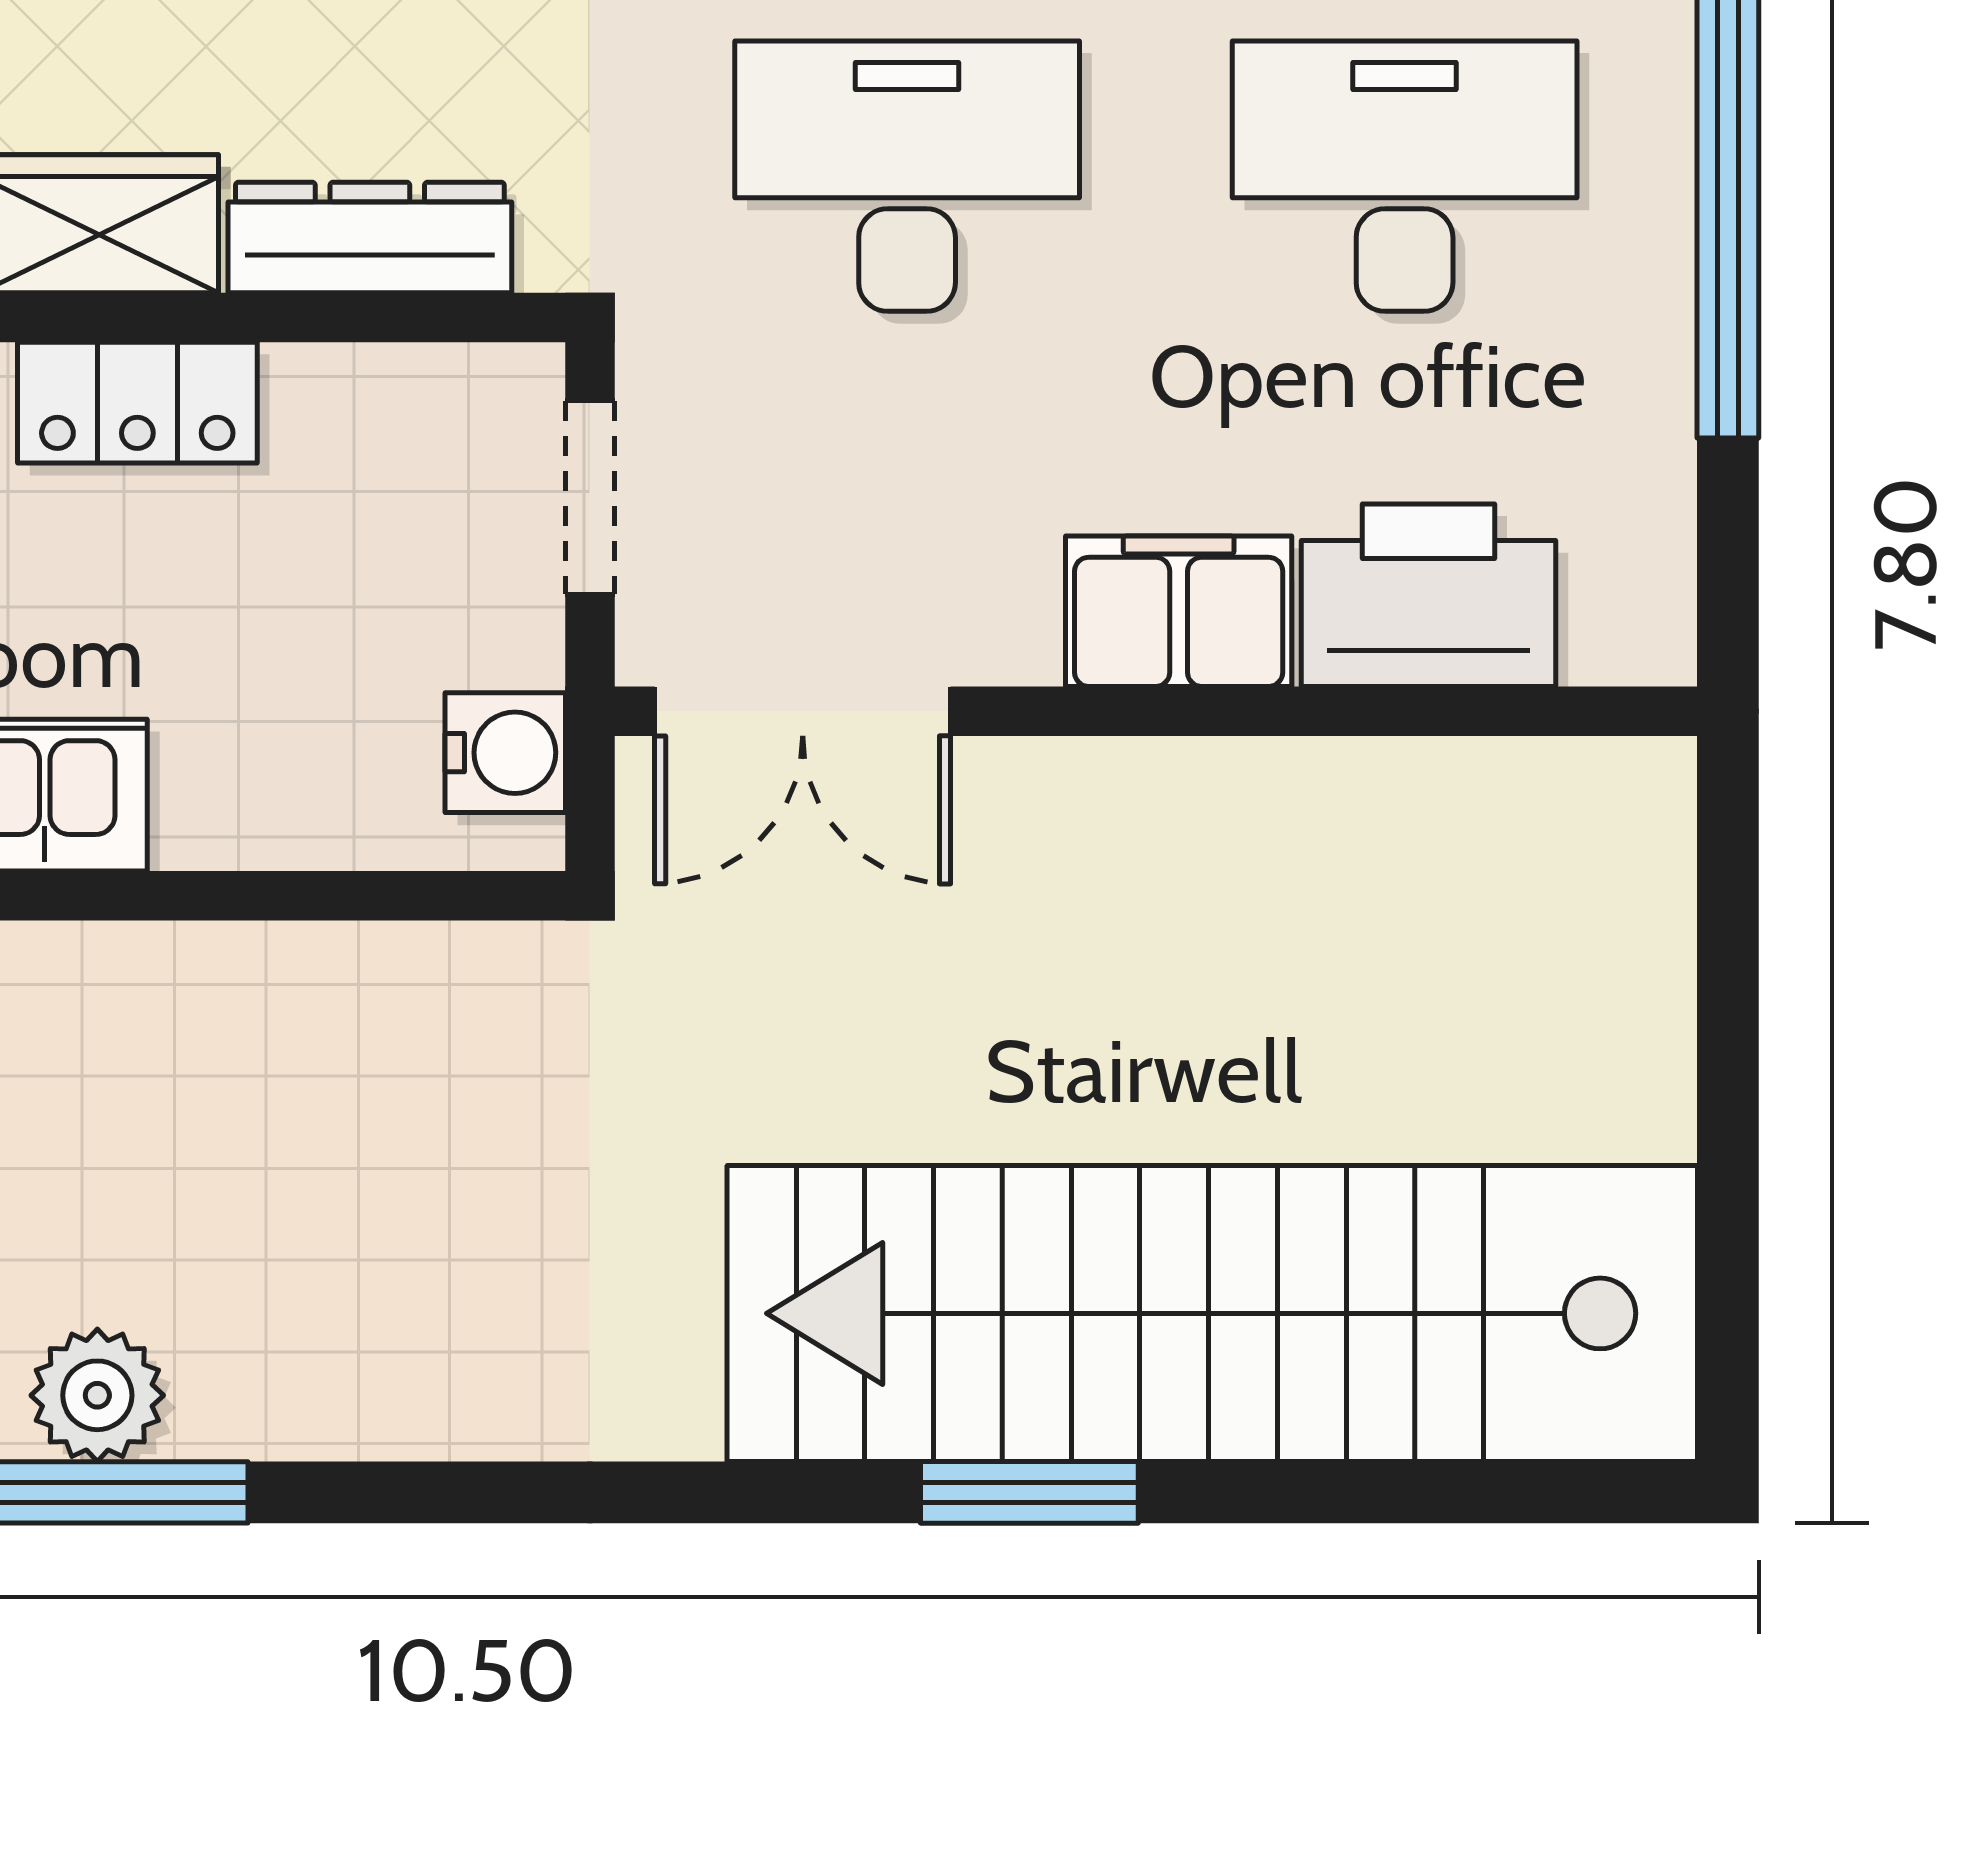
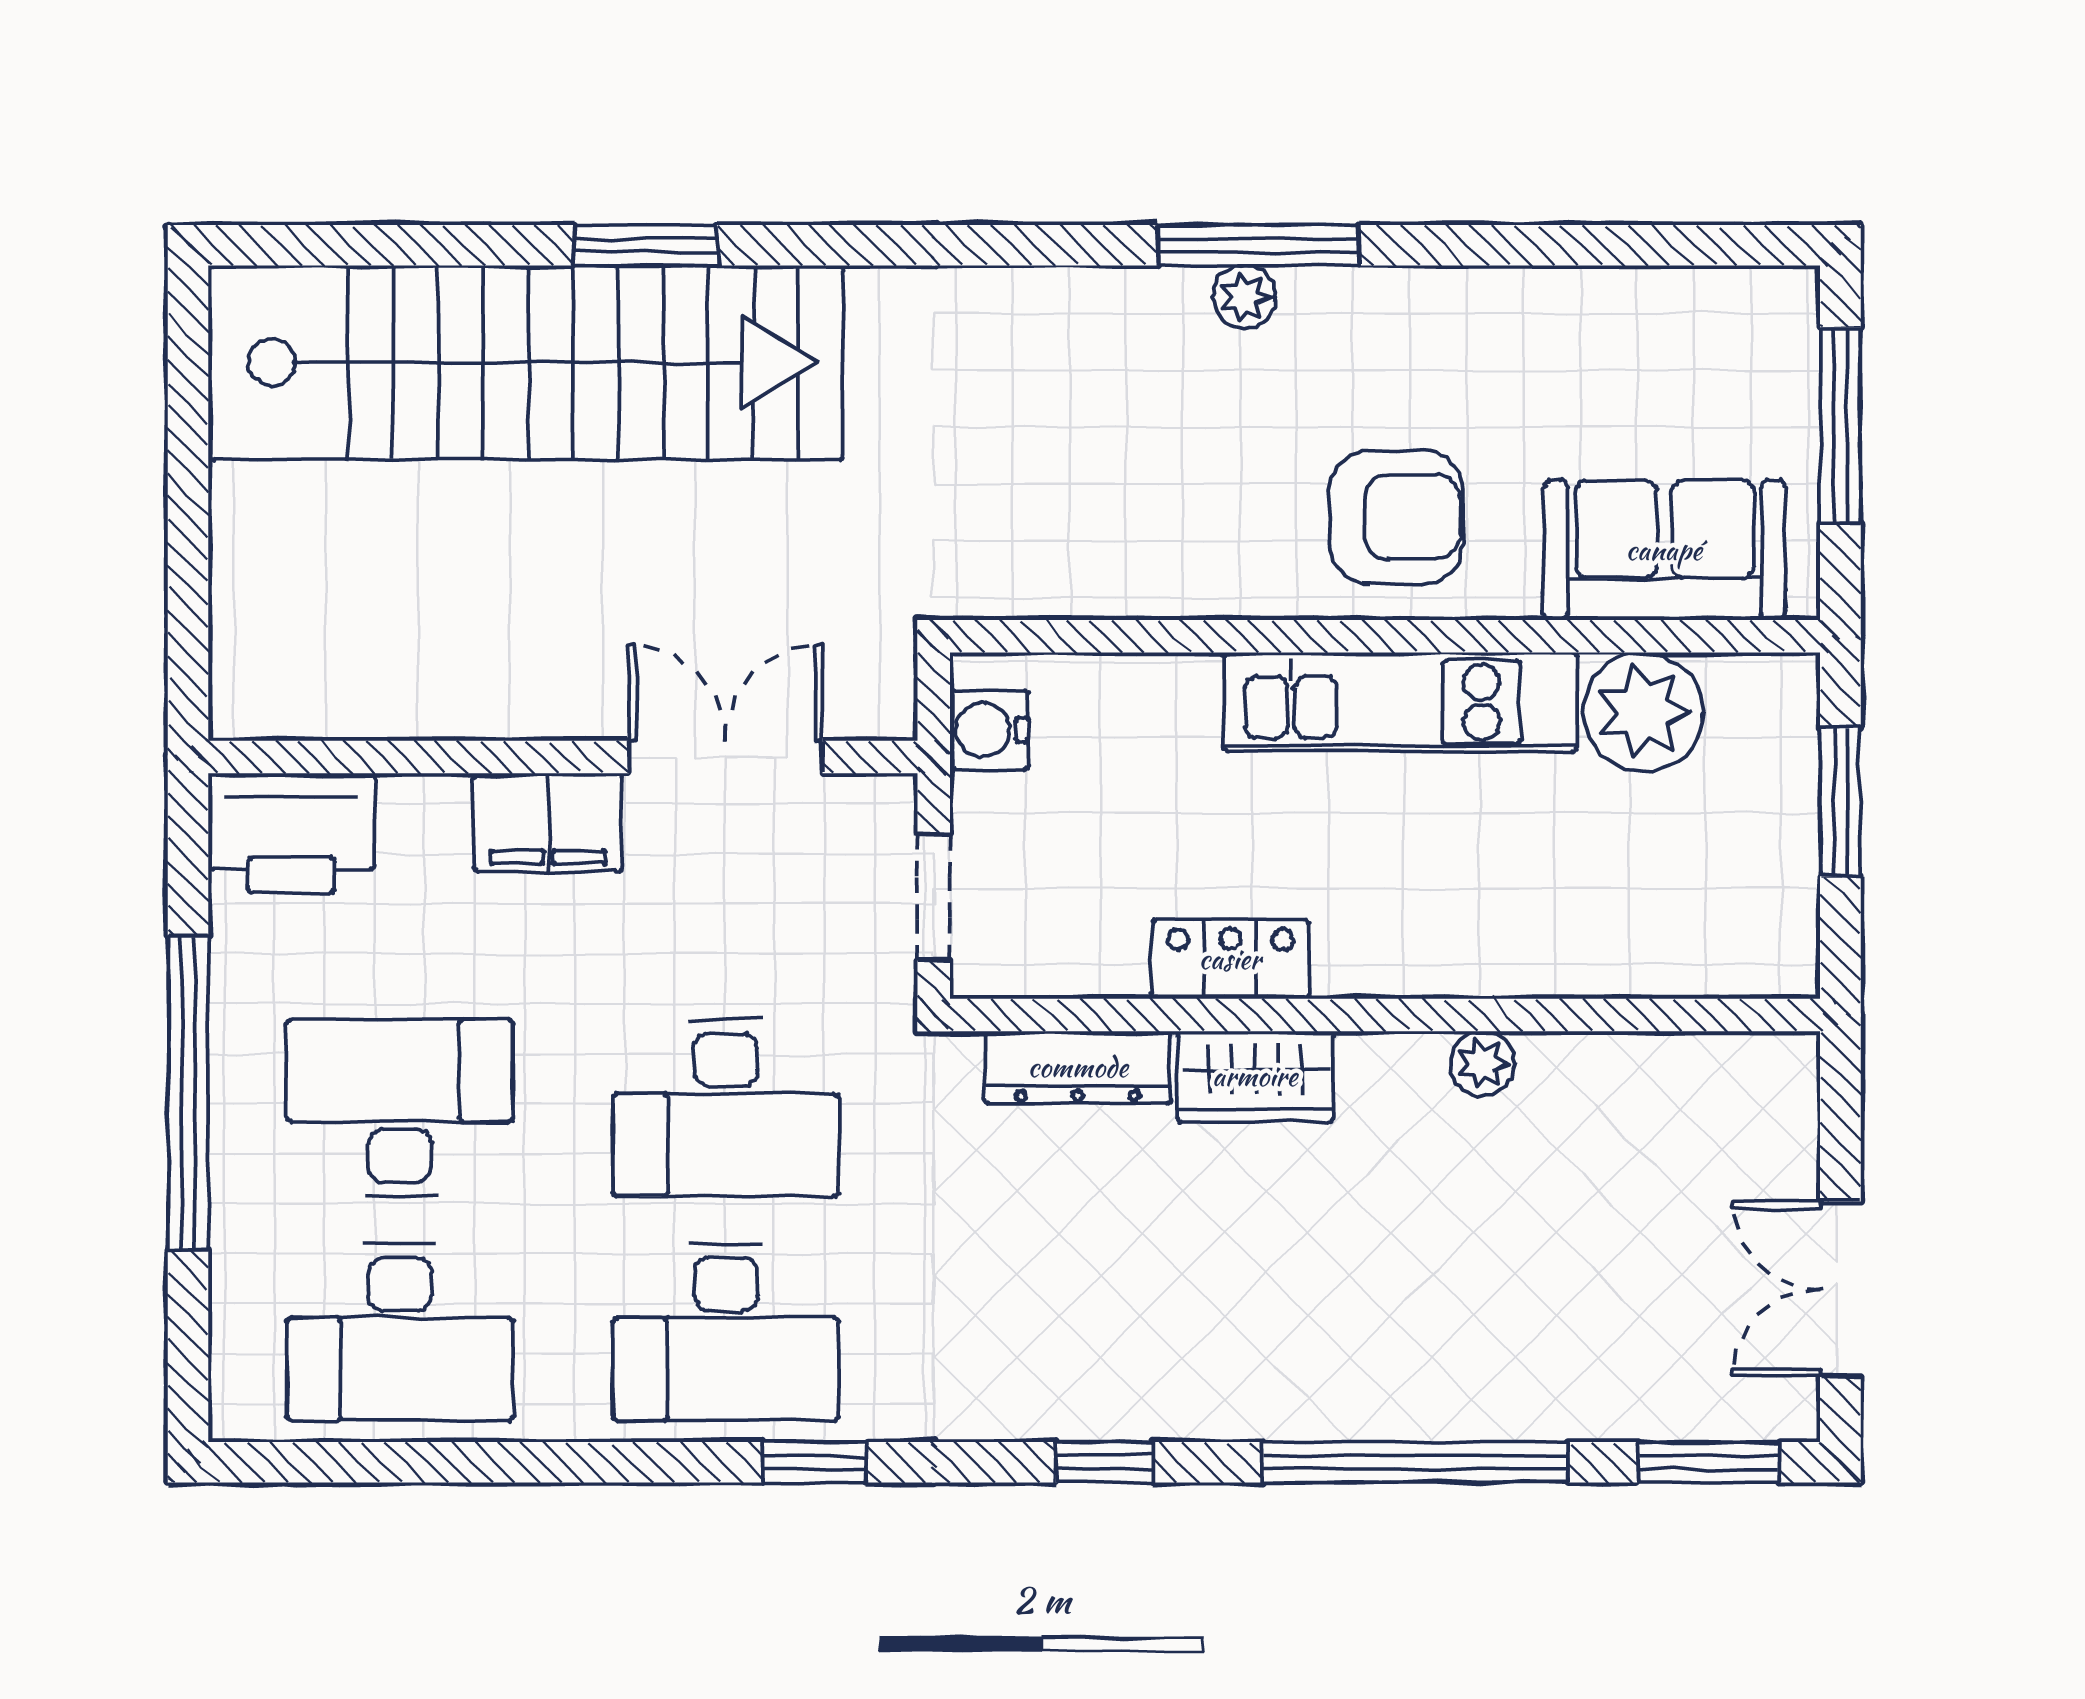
desk: (1405, 176) -> (400, 1108), turned 180
printer: (1429, 595) -> (292, 833), moved
double door: (803, 711) -> (726, 757), moved
plant: (97, 1395) -> (1245, 297), width x0.73, depth x0.73

